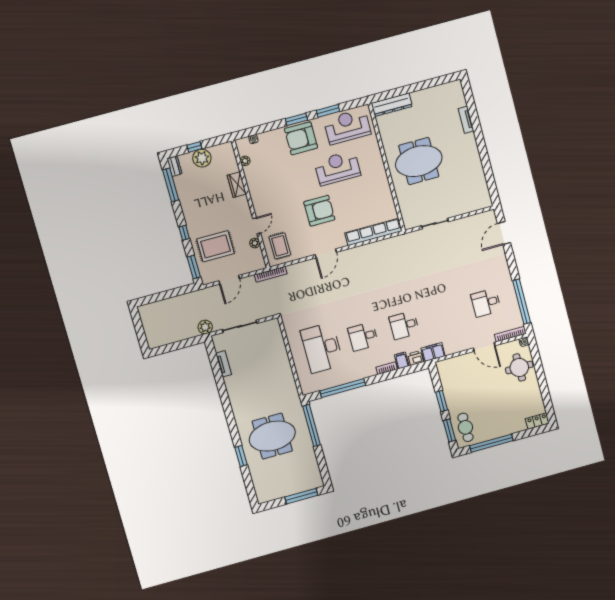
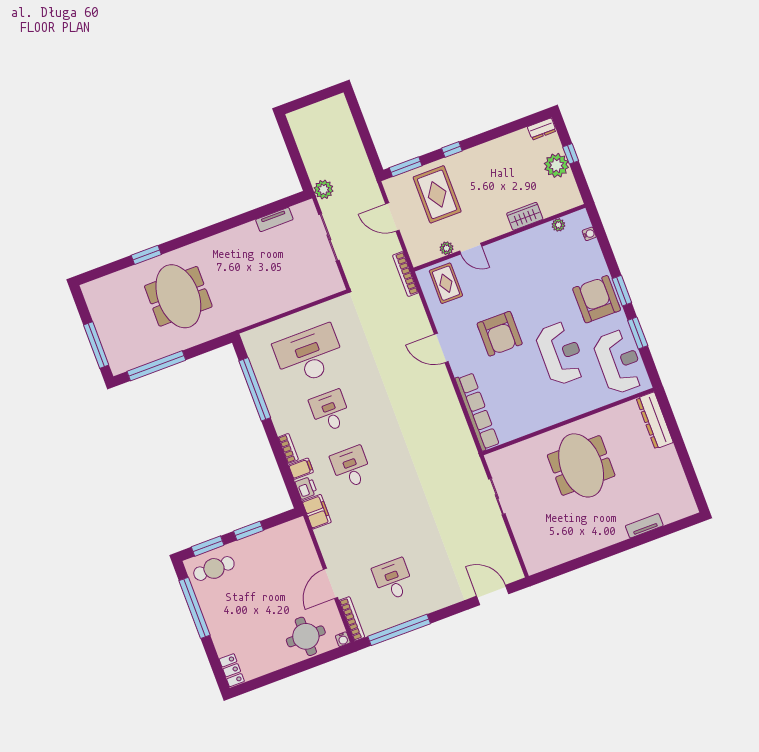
window: (171, 185) -> (516, 126), removed
rug: (280, 246) -> (446, 283), turned 90
window: (312, 425) -> (156, 366), moved

